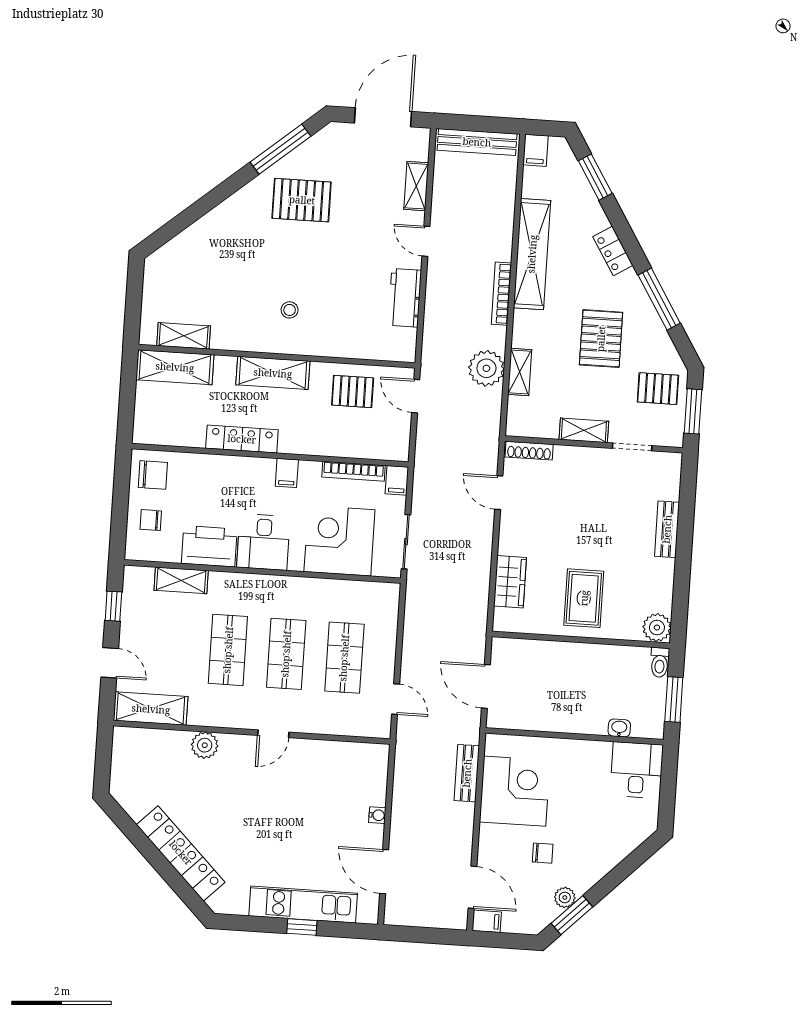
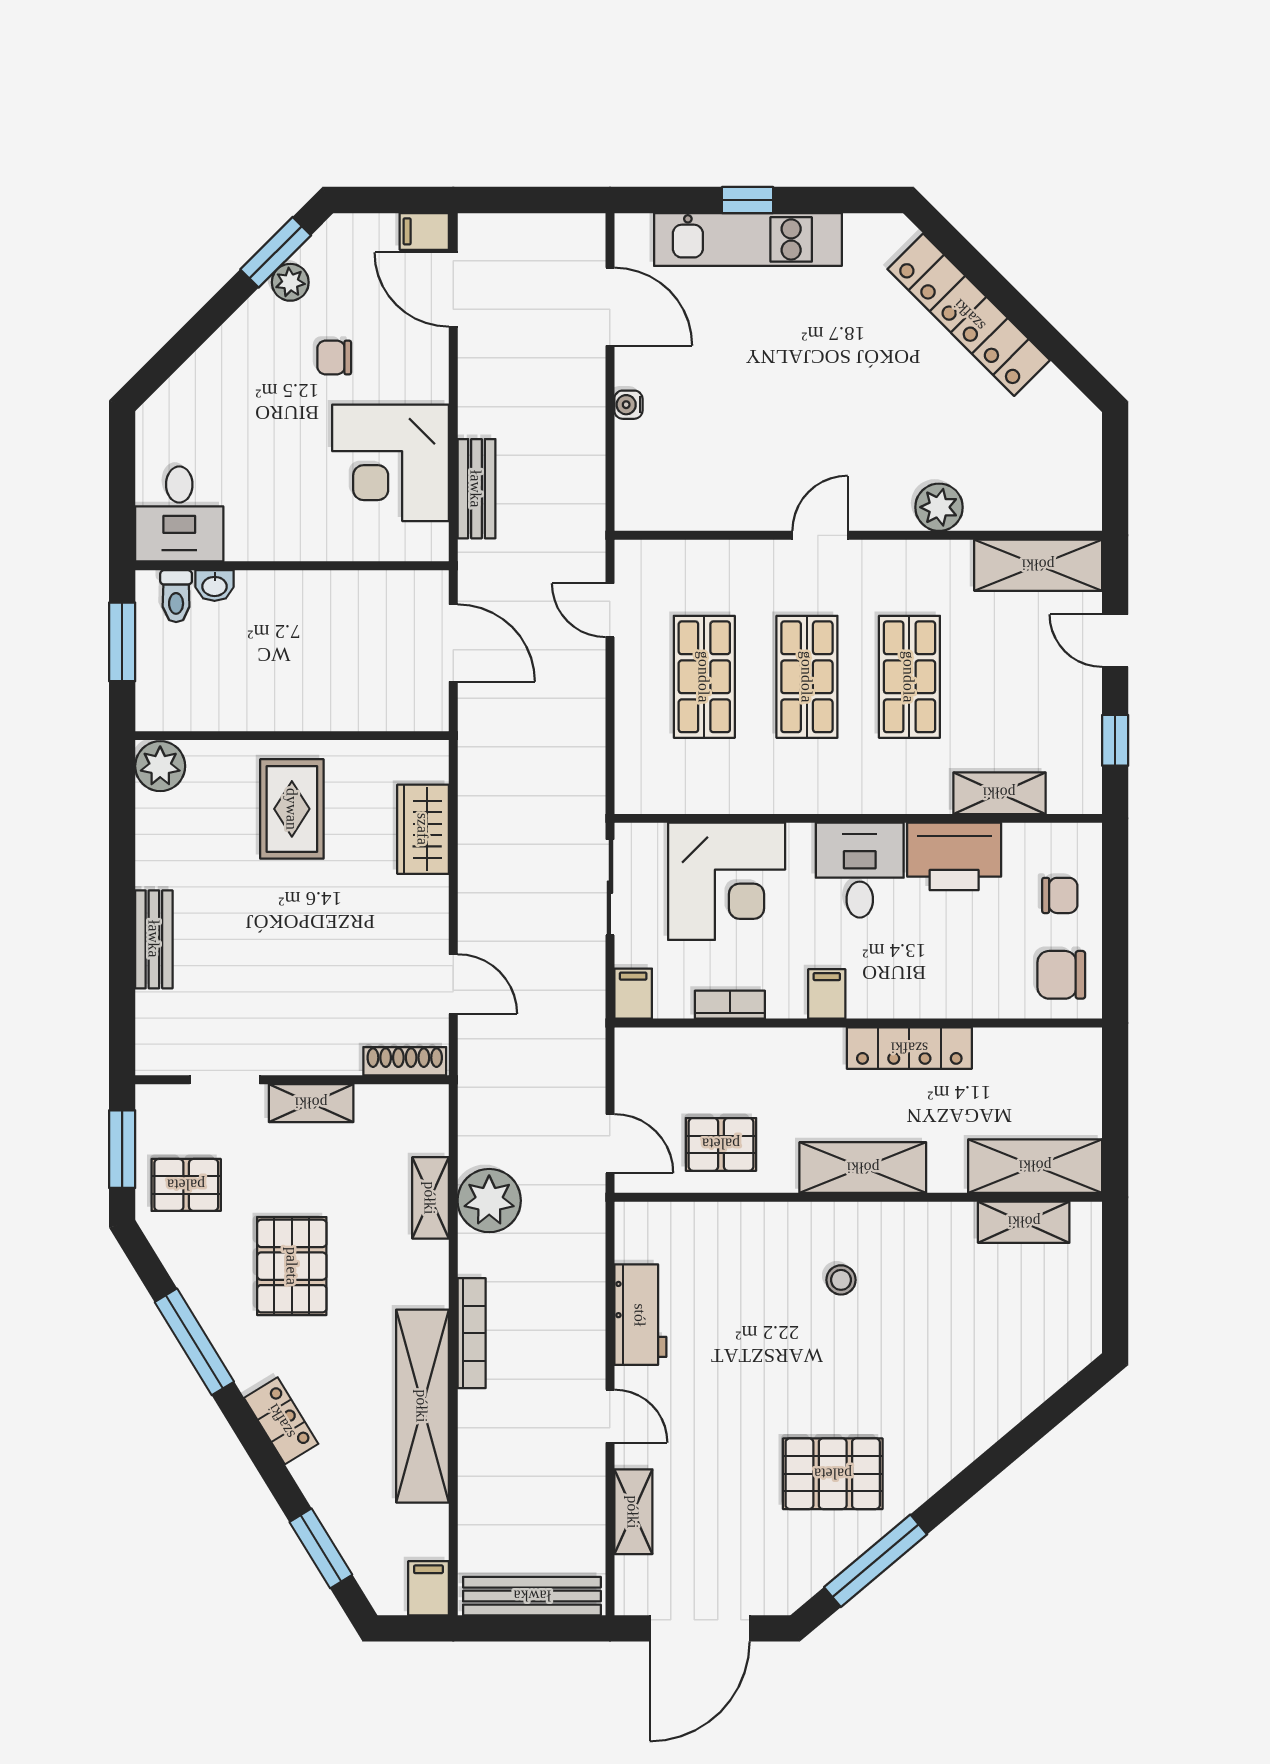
bookcase: (353, 471) -> (730, 1005), width x0.64
toilet: (660, 662) -> (176, 596), moved, turned 180

